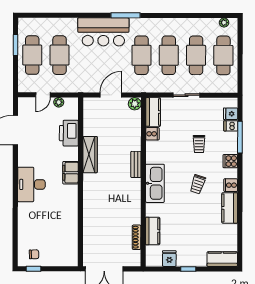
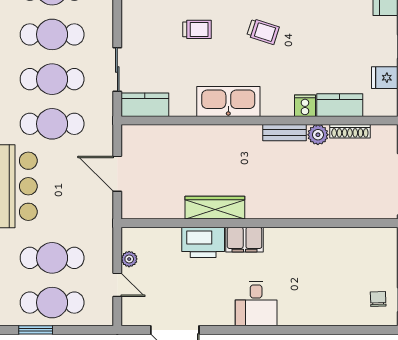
sliding door: (186, 95) -> (117, 69), moved
plant: (135, 104) -> (318, 135), moved
printer: (69, 133) -> (203, 242), moved
cooker: (152, 134) -> (305, 106), moved
bench: (136, 164) -> (285, 133), moved
kitchen sink: (155, 183) -> (228, 101), moved
desk: (31, 184) -> (256, 304), width x0.73

